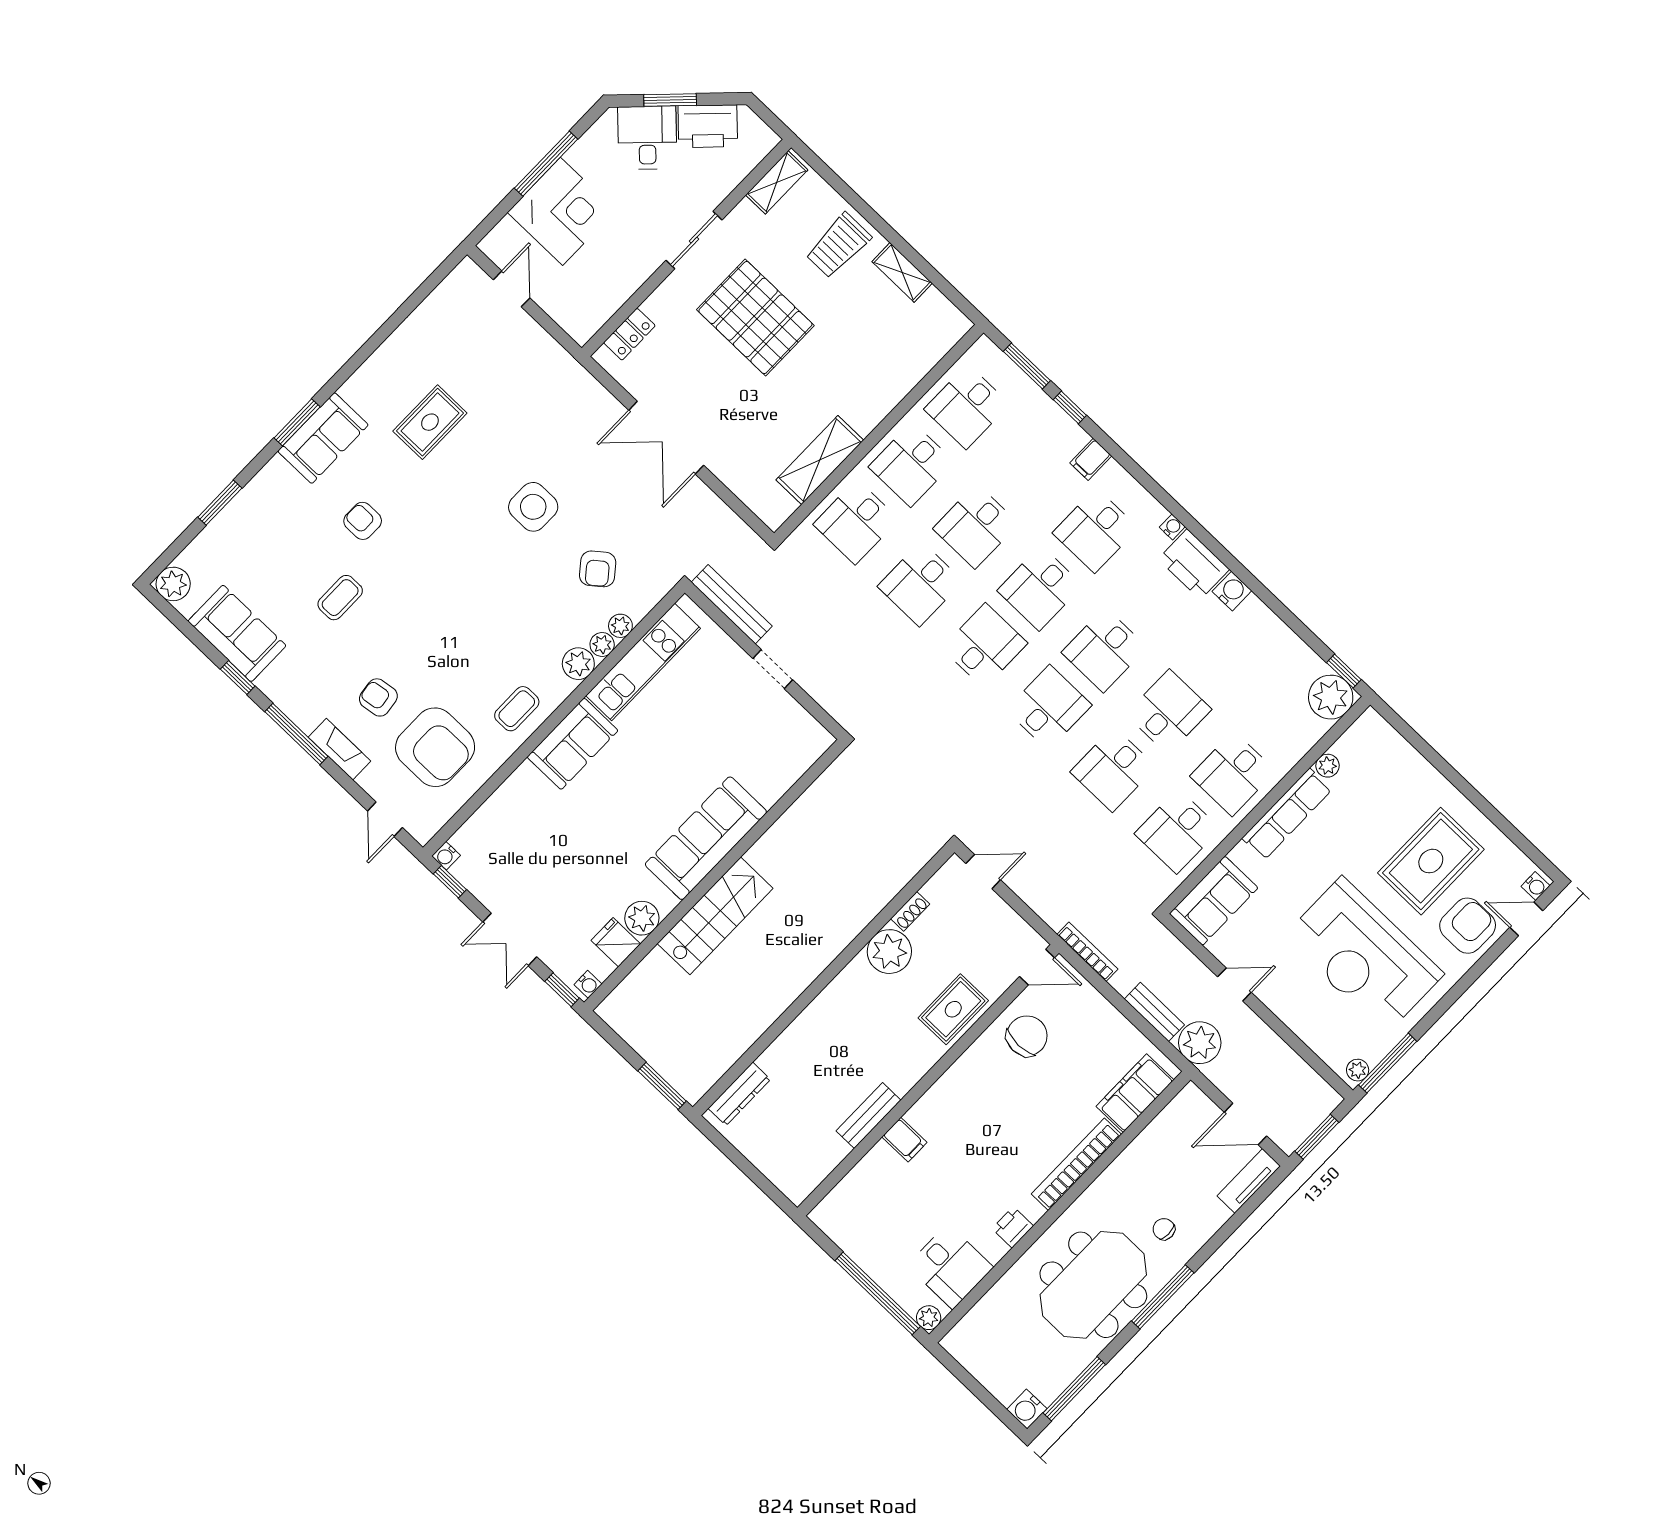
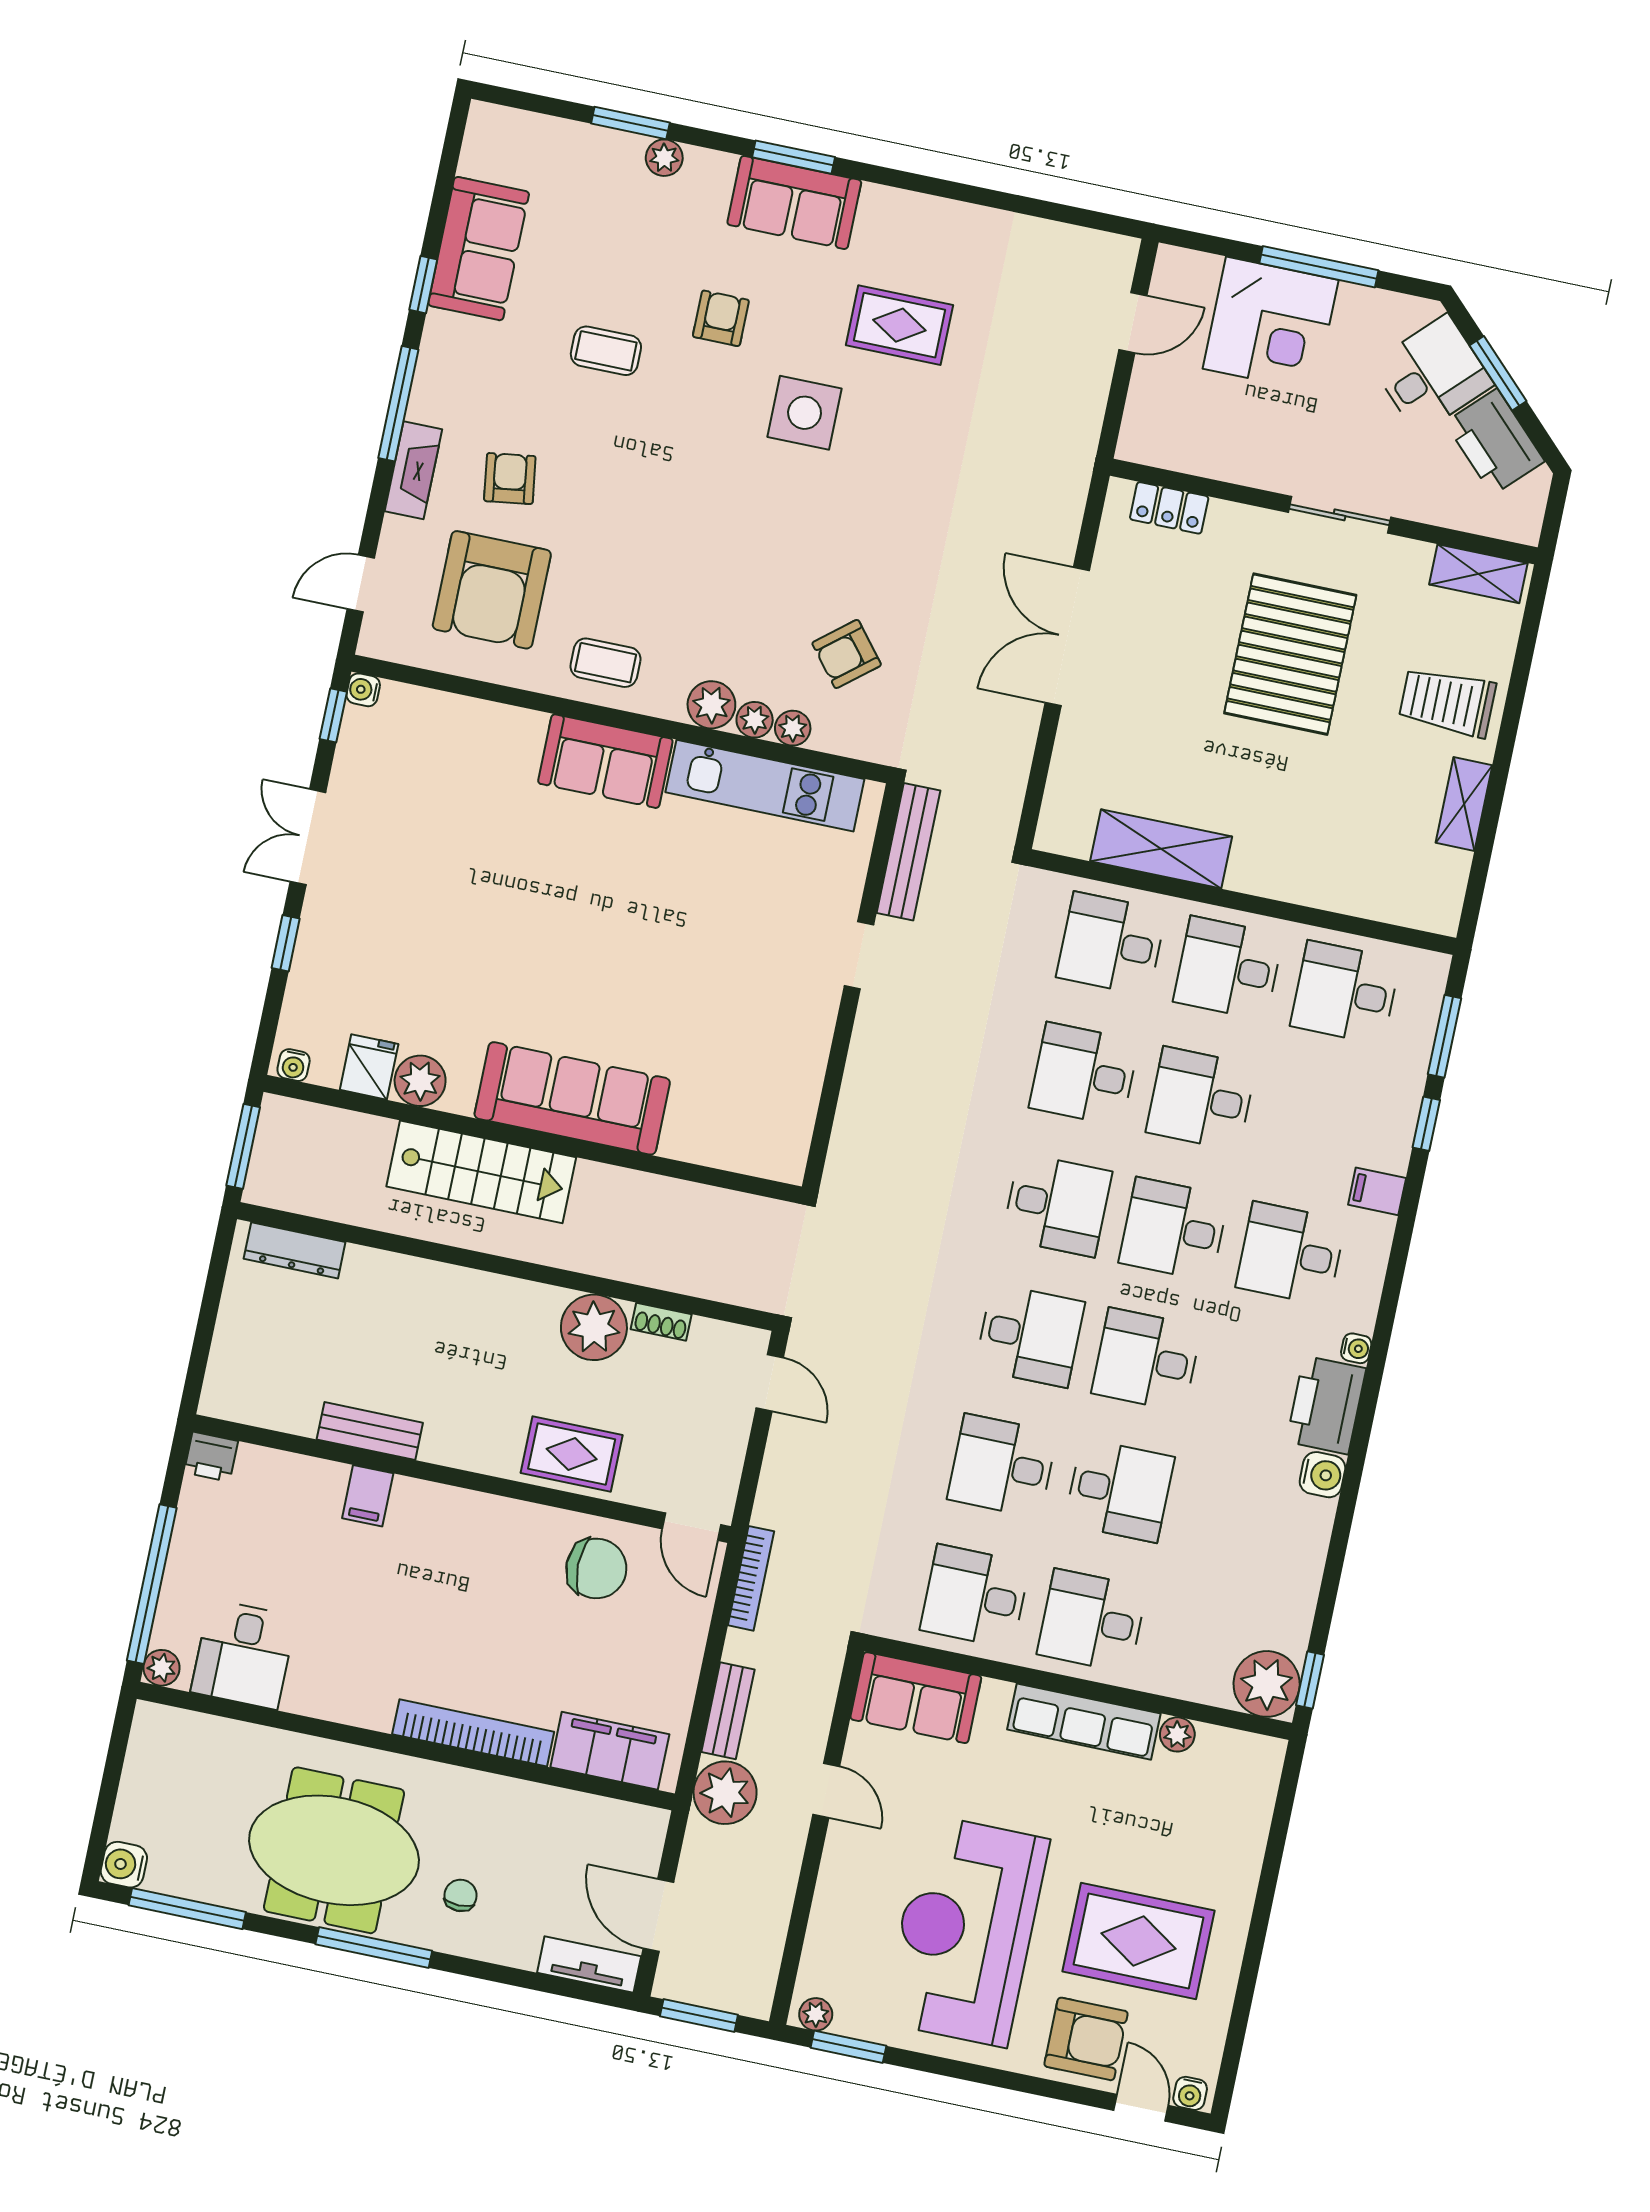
side table: (533, 507) -> (805, 413), moved
plant: (173, 584) -> (664, 158), moved, width x0.73, depth x0.73
sofa: (706, 838) -> (572, 1098), moved
wall: (715, 875) -> (533, 1139), moved
stairs: (715, 916) -> (481, 1172), moved
plant: (642, 918) -> (420, 1081), moved
fridge: (616, 942) -> (369, 1067), moved
water cooler: (588, 984) -> (294, 1065), moved
window: (1388, 1063) -> (848, 2047), width x0.69
printer: (1013, 1227) -> (211, 1457), moved, turned 180

